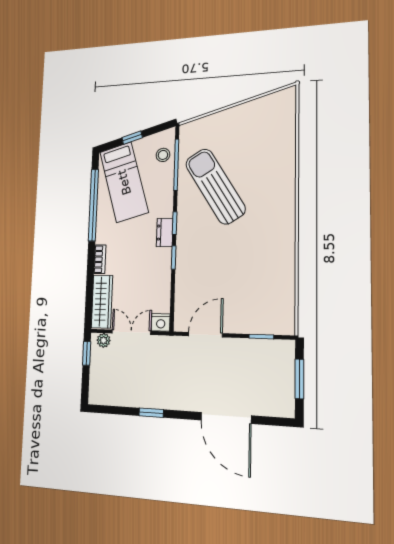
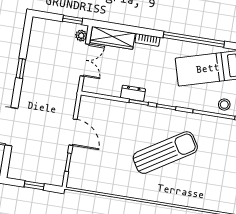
sun lounger: (215, 186) -> (165, 153), moved
dresser: (165, 232) -> (133, 93), moved
nightstand: (161, 322) -> (89, 85), removed
door: (205, 335) -> (73, 132), moved
window: (299, 379) -> (34, 185), width x0.67

